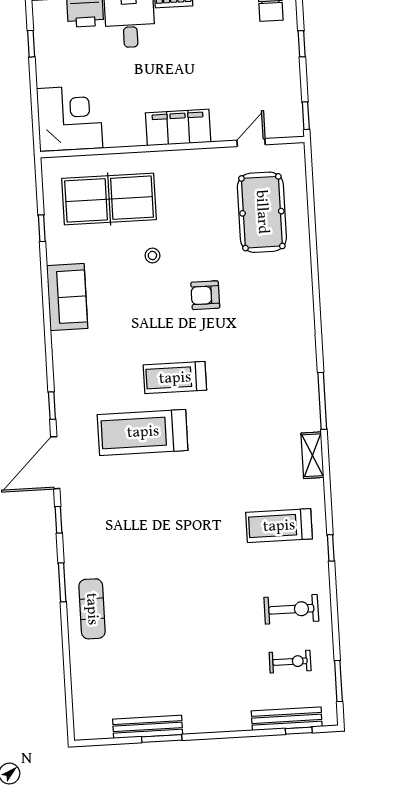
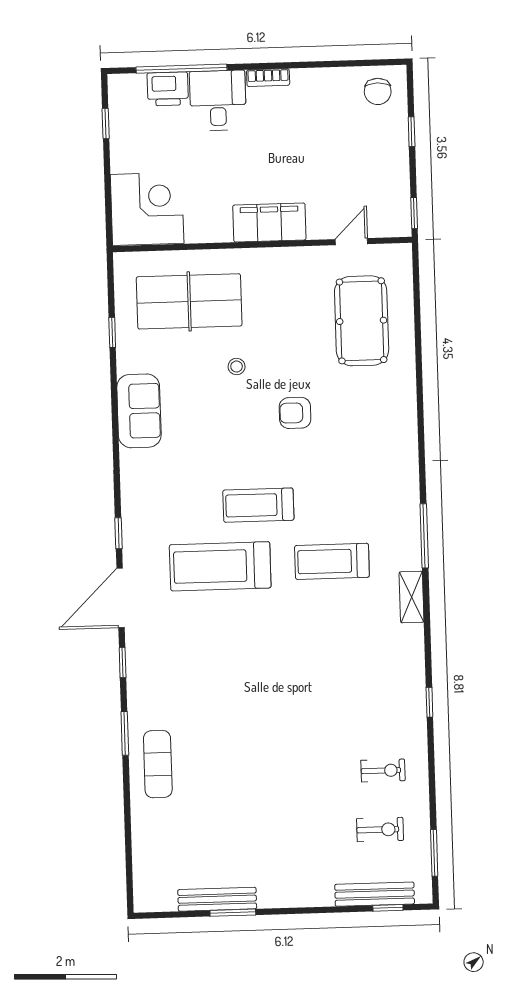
treadmill: (279, 526) -> (332, 561), moved
exercise bike: (291, 609) -> (383, 771), width x0.73, depth x0.72

